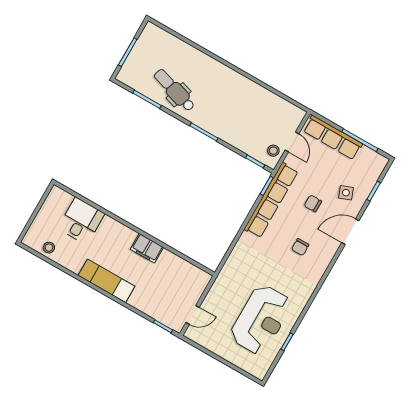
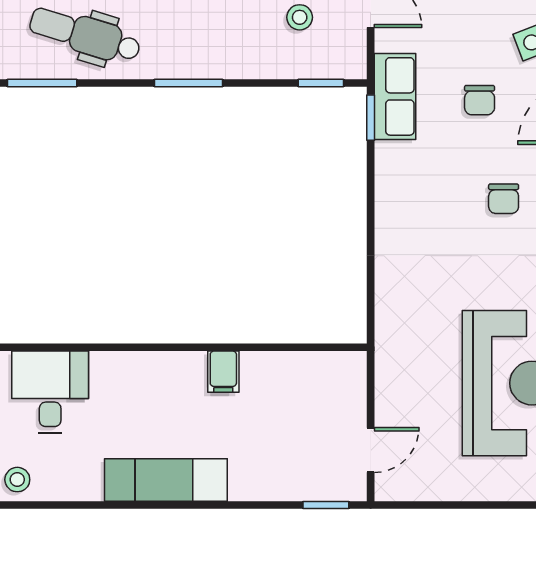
stool: (273, 151) -> (300, 17), moved
row of seats: (271, 200) -> (395, 96), width x0.50
chair: (313, 203) -> (480, 100), turned -90
filing cabinet: (147, 248) -> (223, 372), width x0.50

